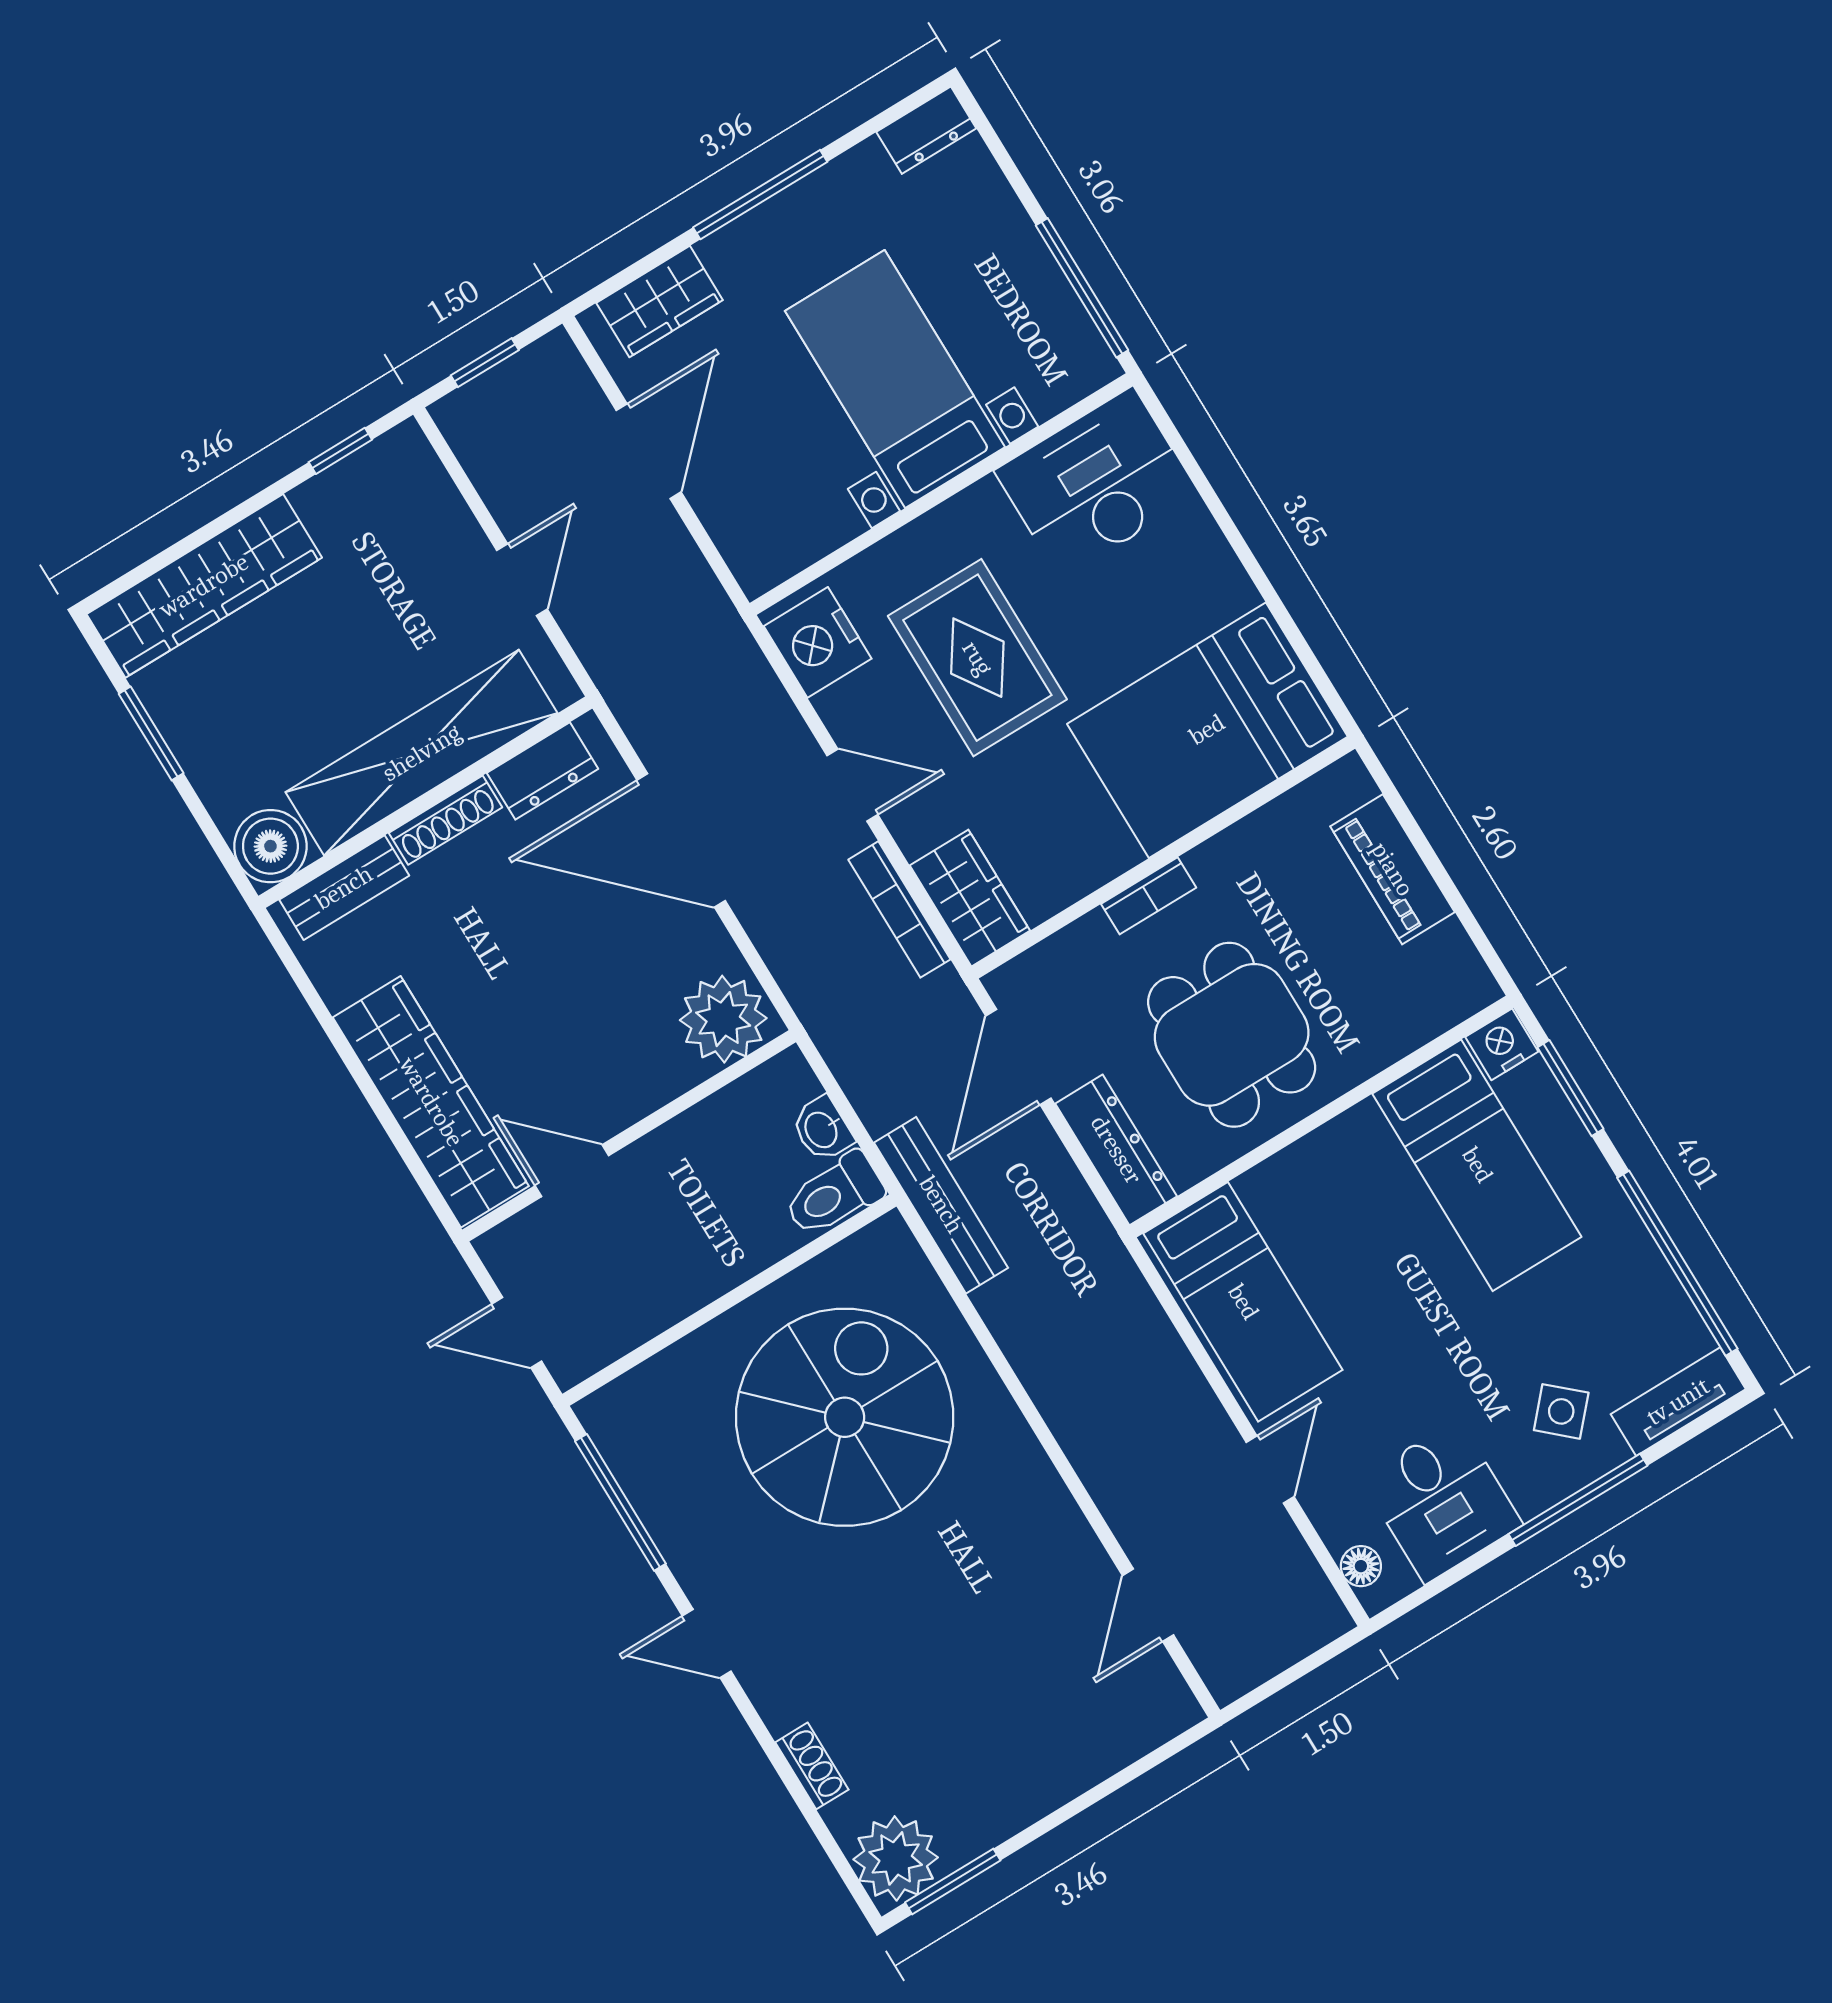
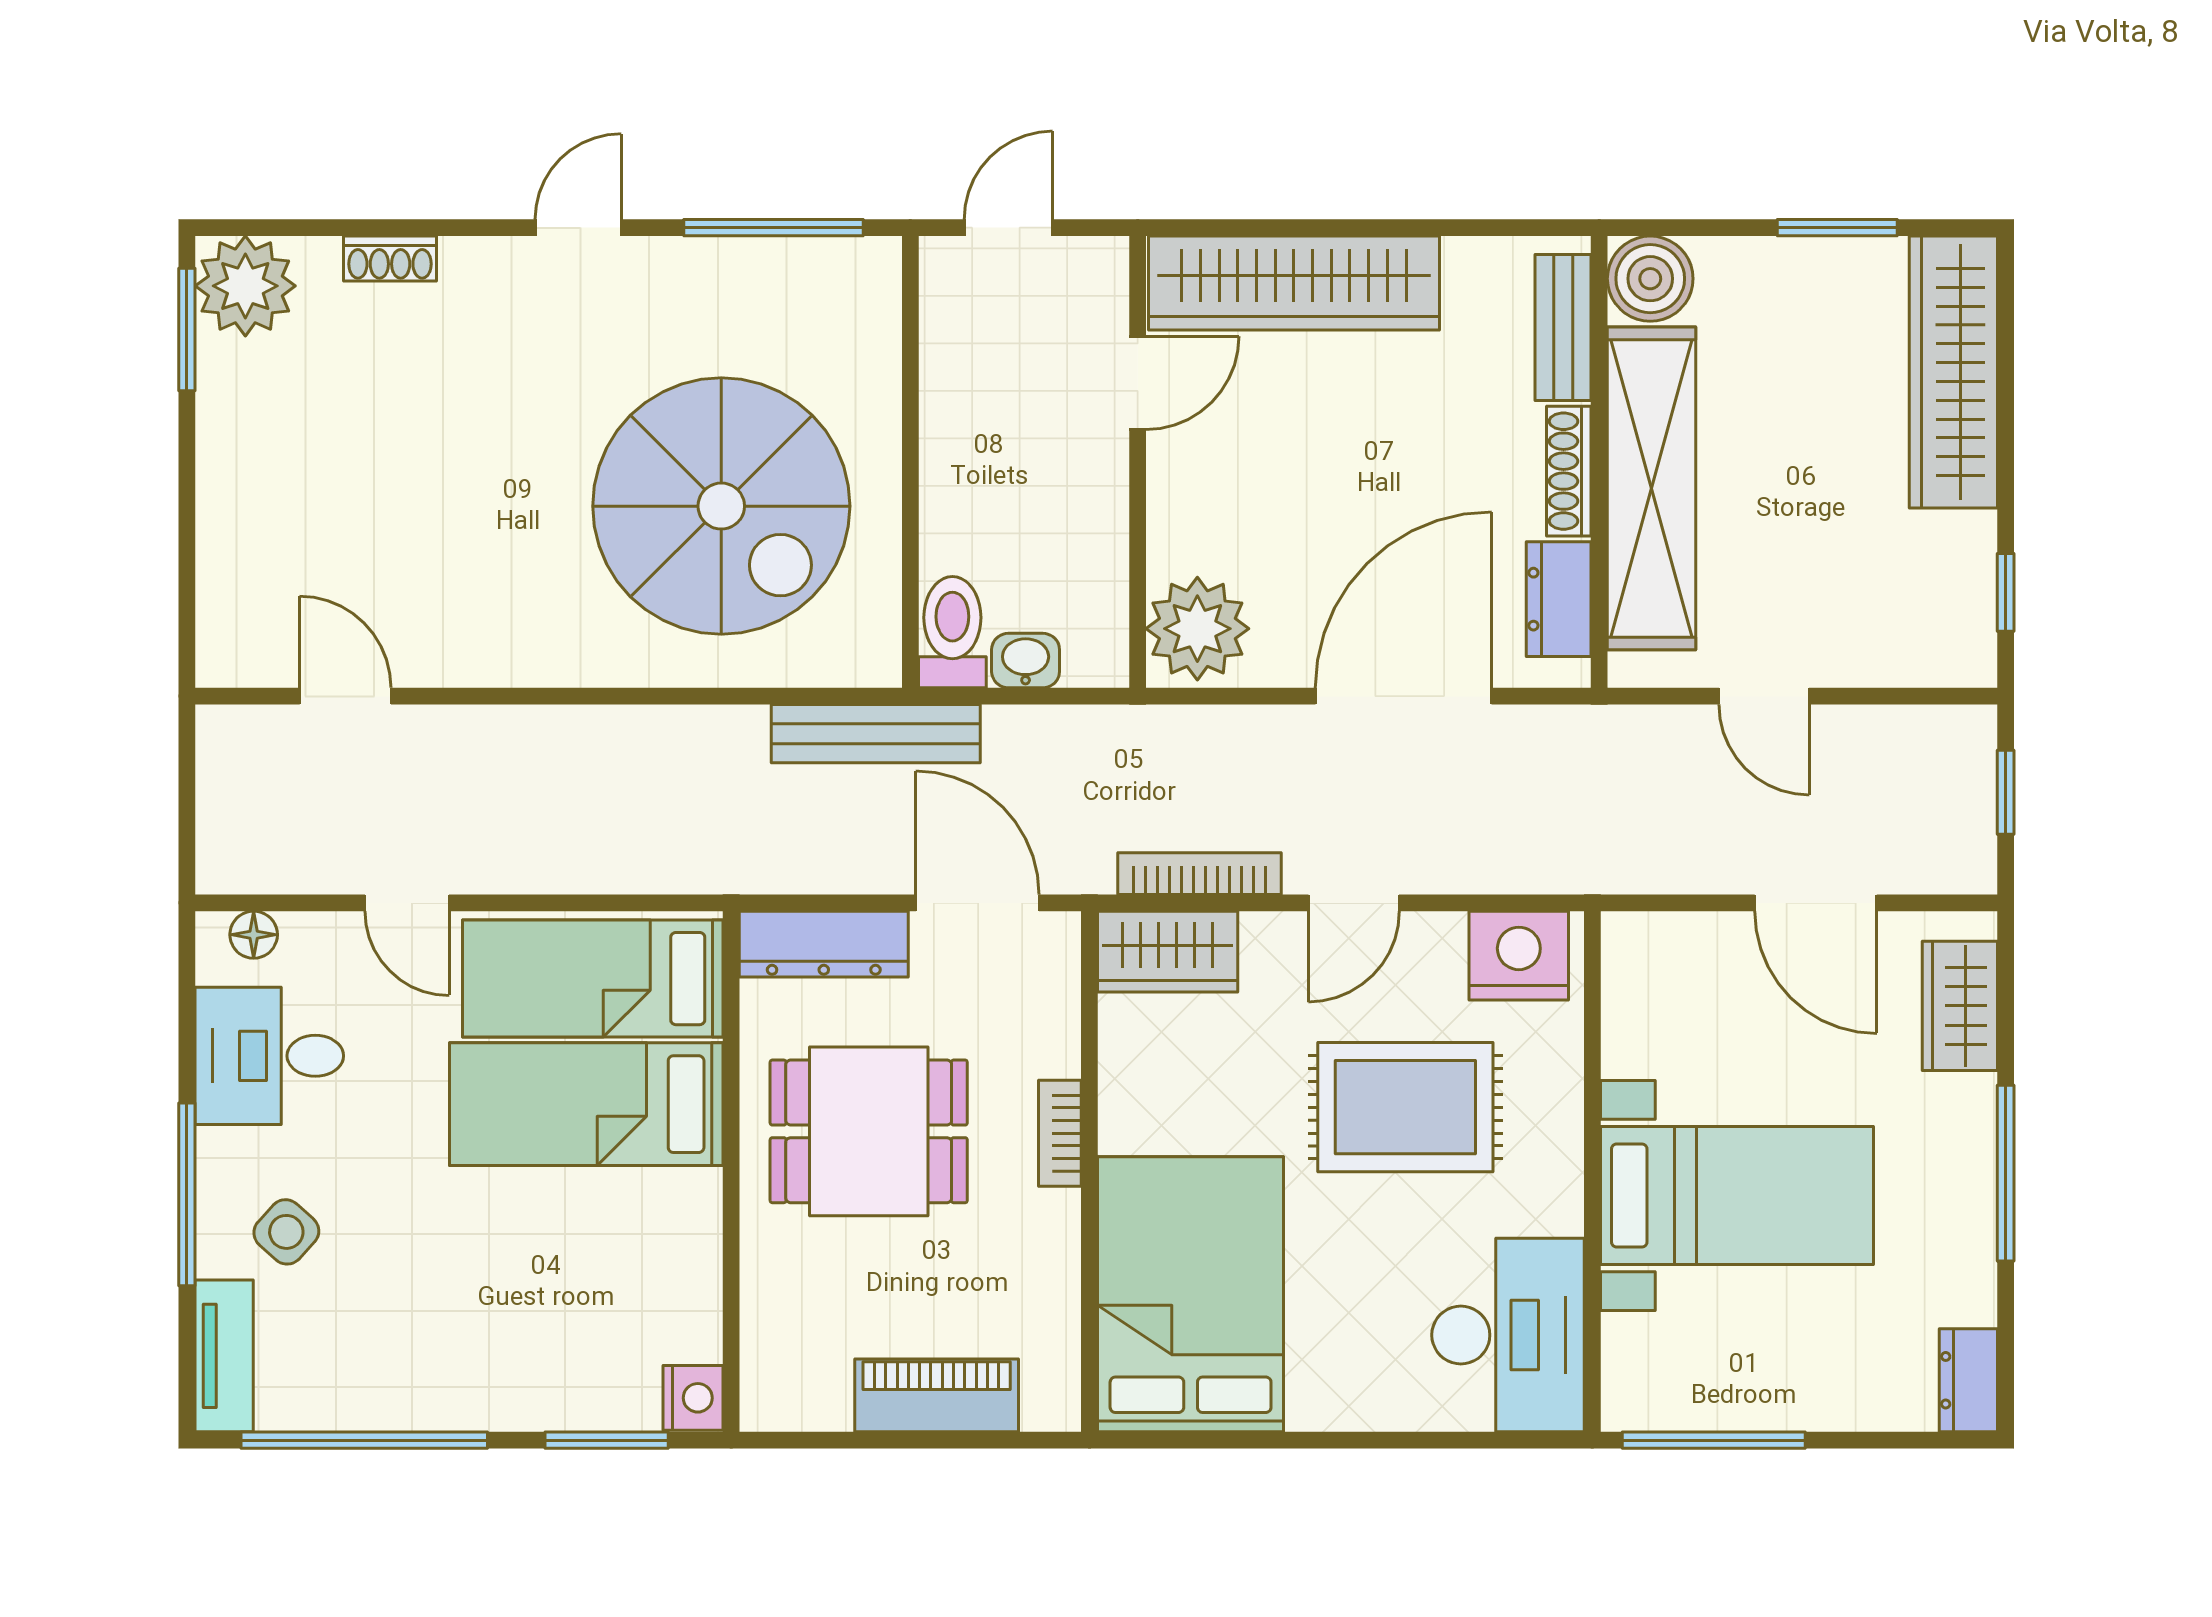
bed: (1477, 1165) -> (586, 1104), moved

